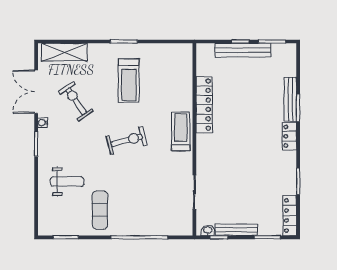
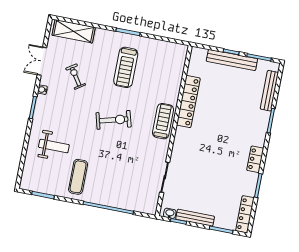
double door: (36, 92) -> (42, 61), width x0.73
bench: (290, 99) -> (269, 91), moved
exercise bike: (76, 101) -> (76, 77), width x0.73, depth x0.72
locker: (289, 136) -> (255, 159), moved

